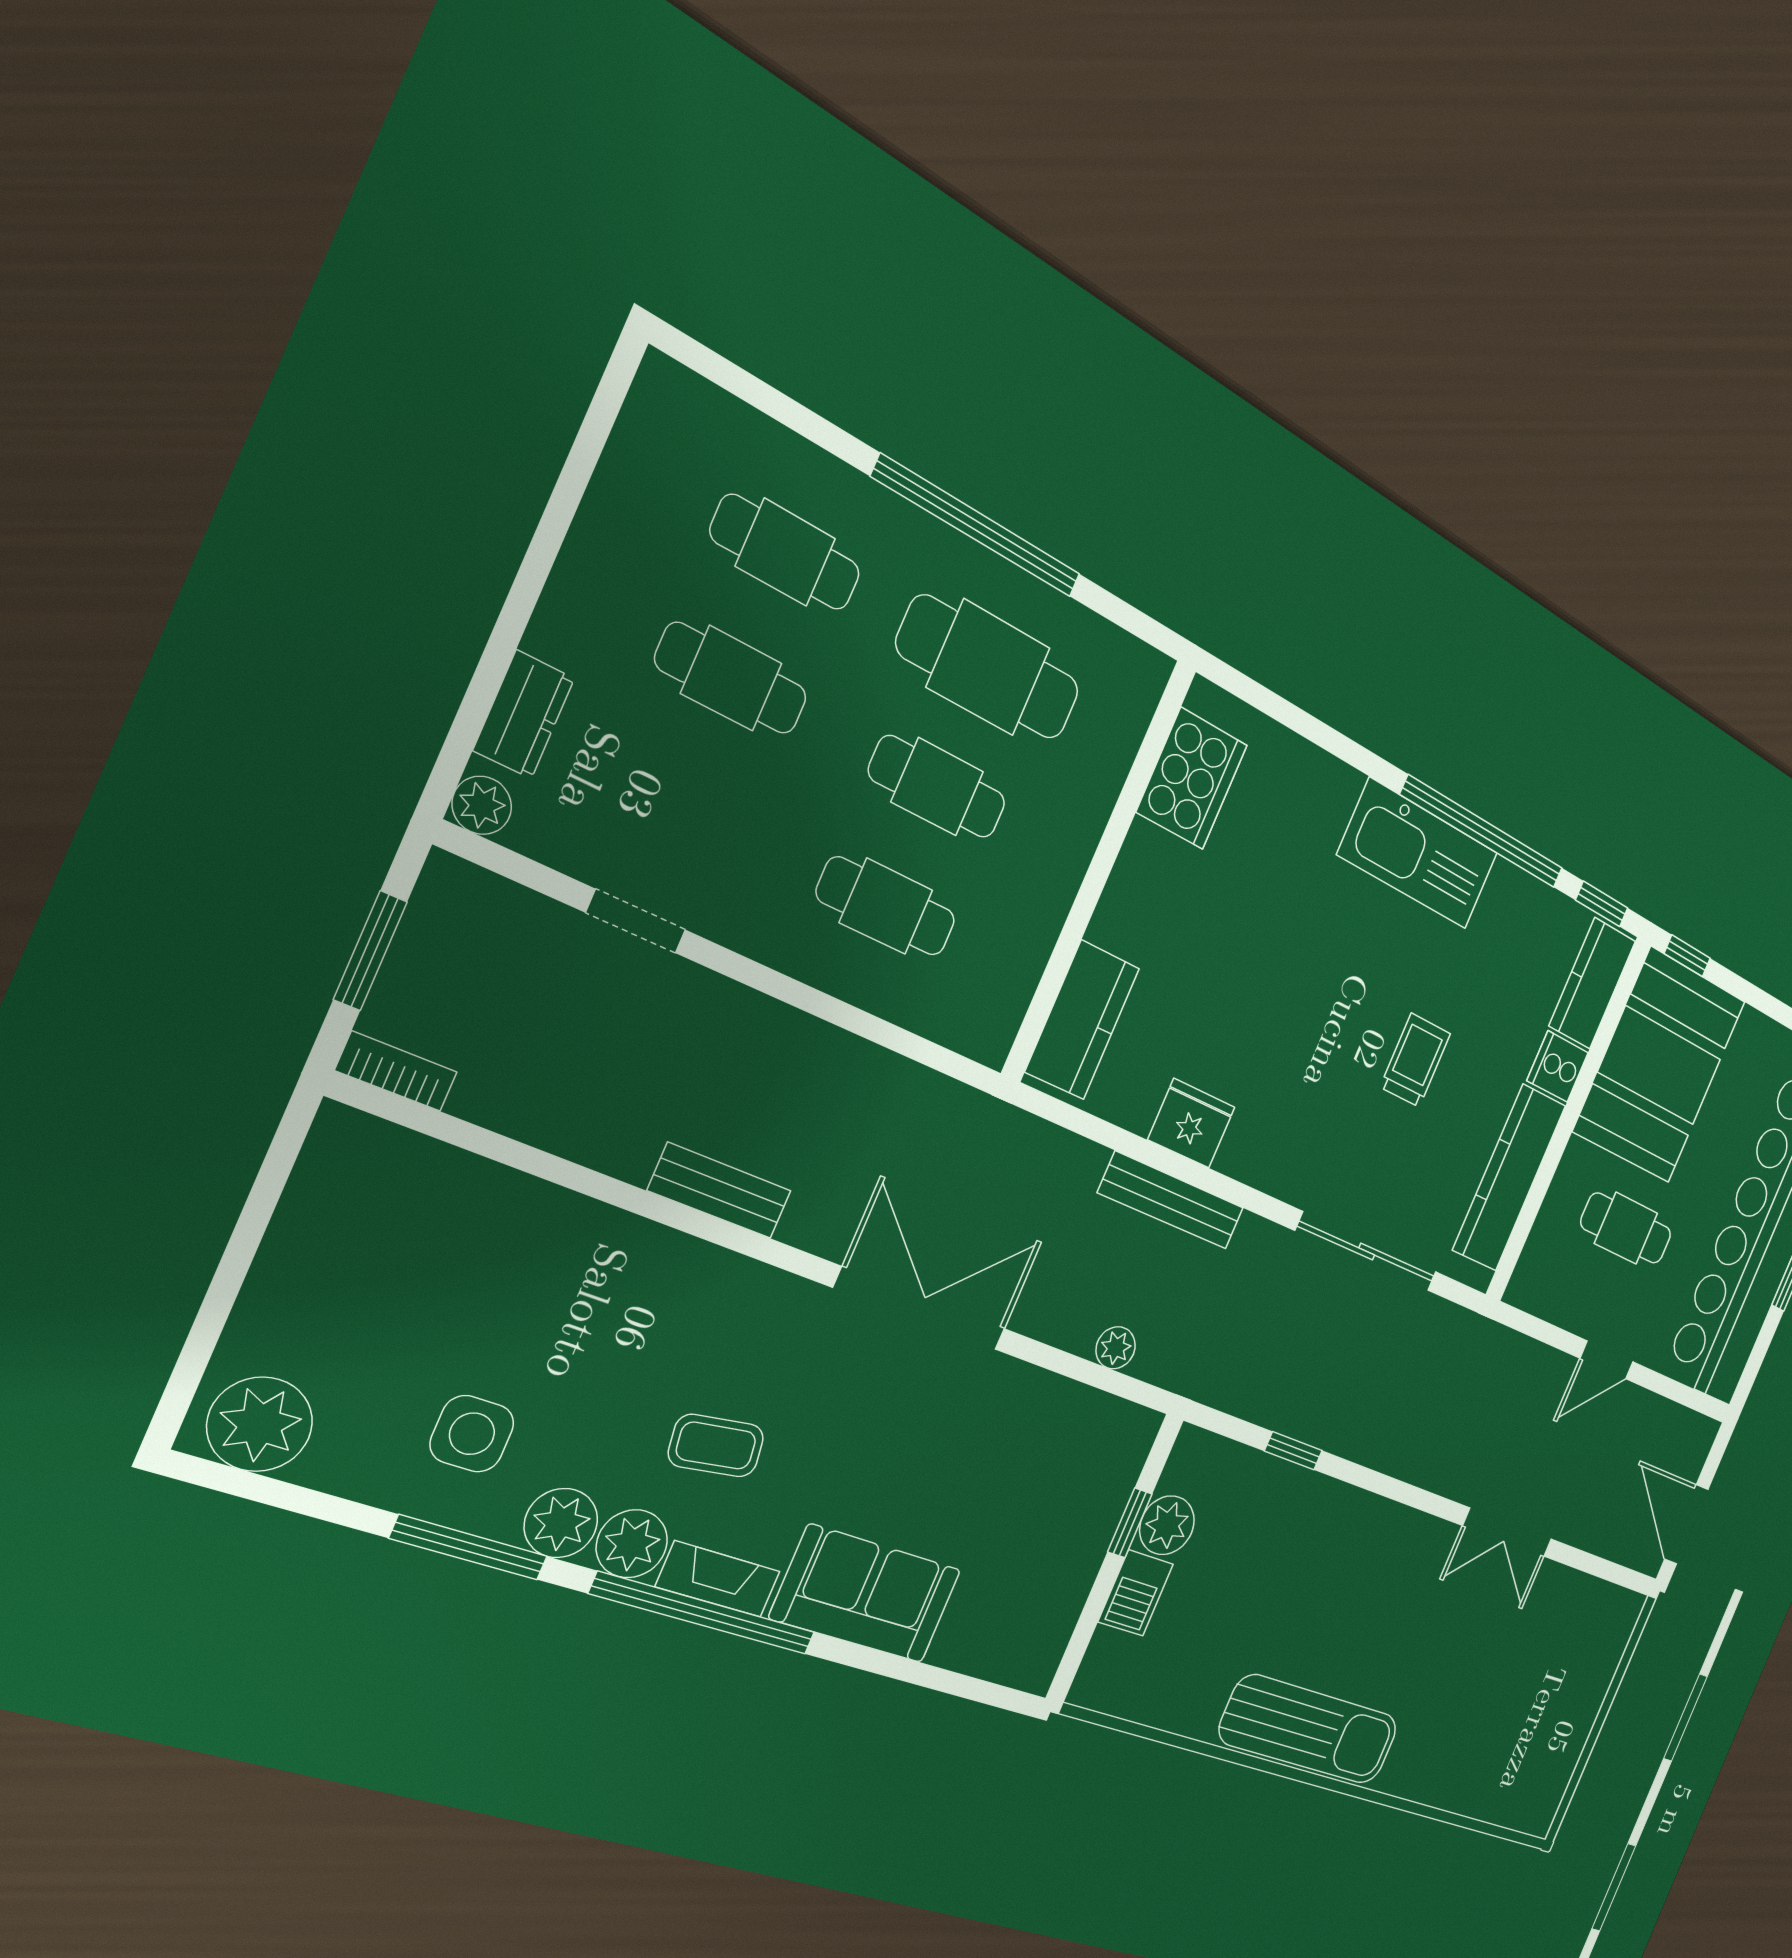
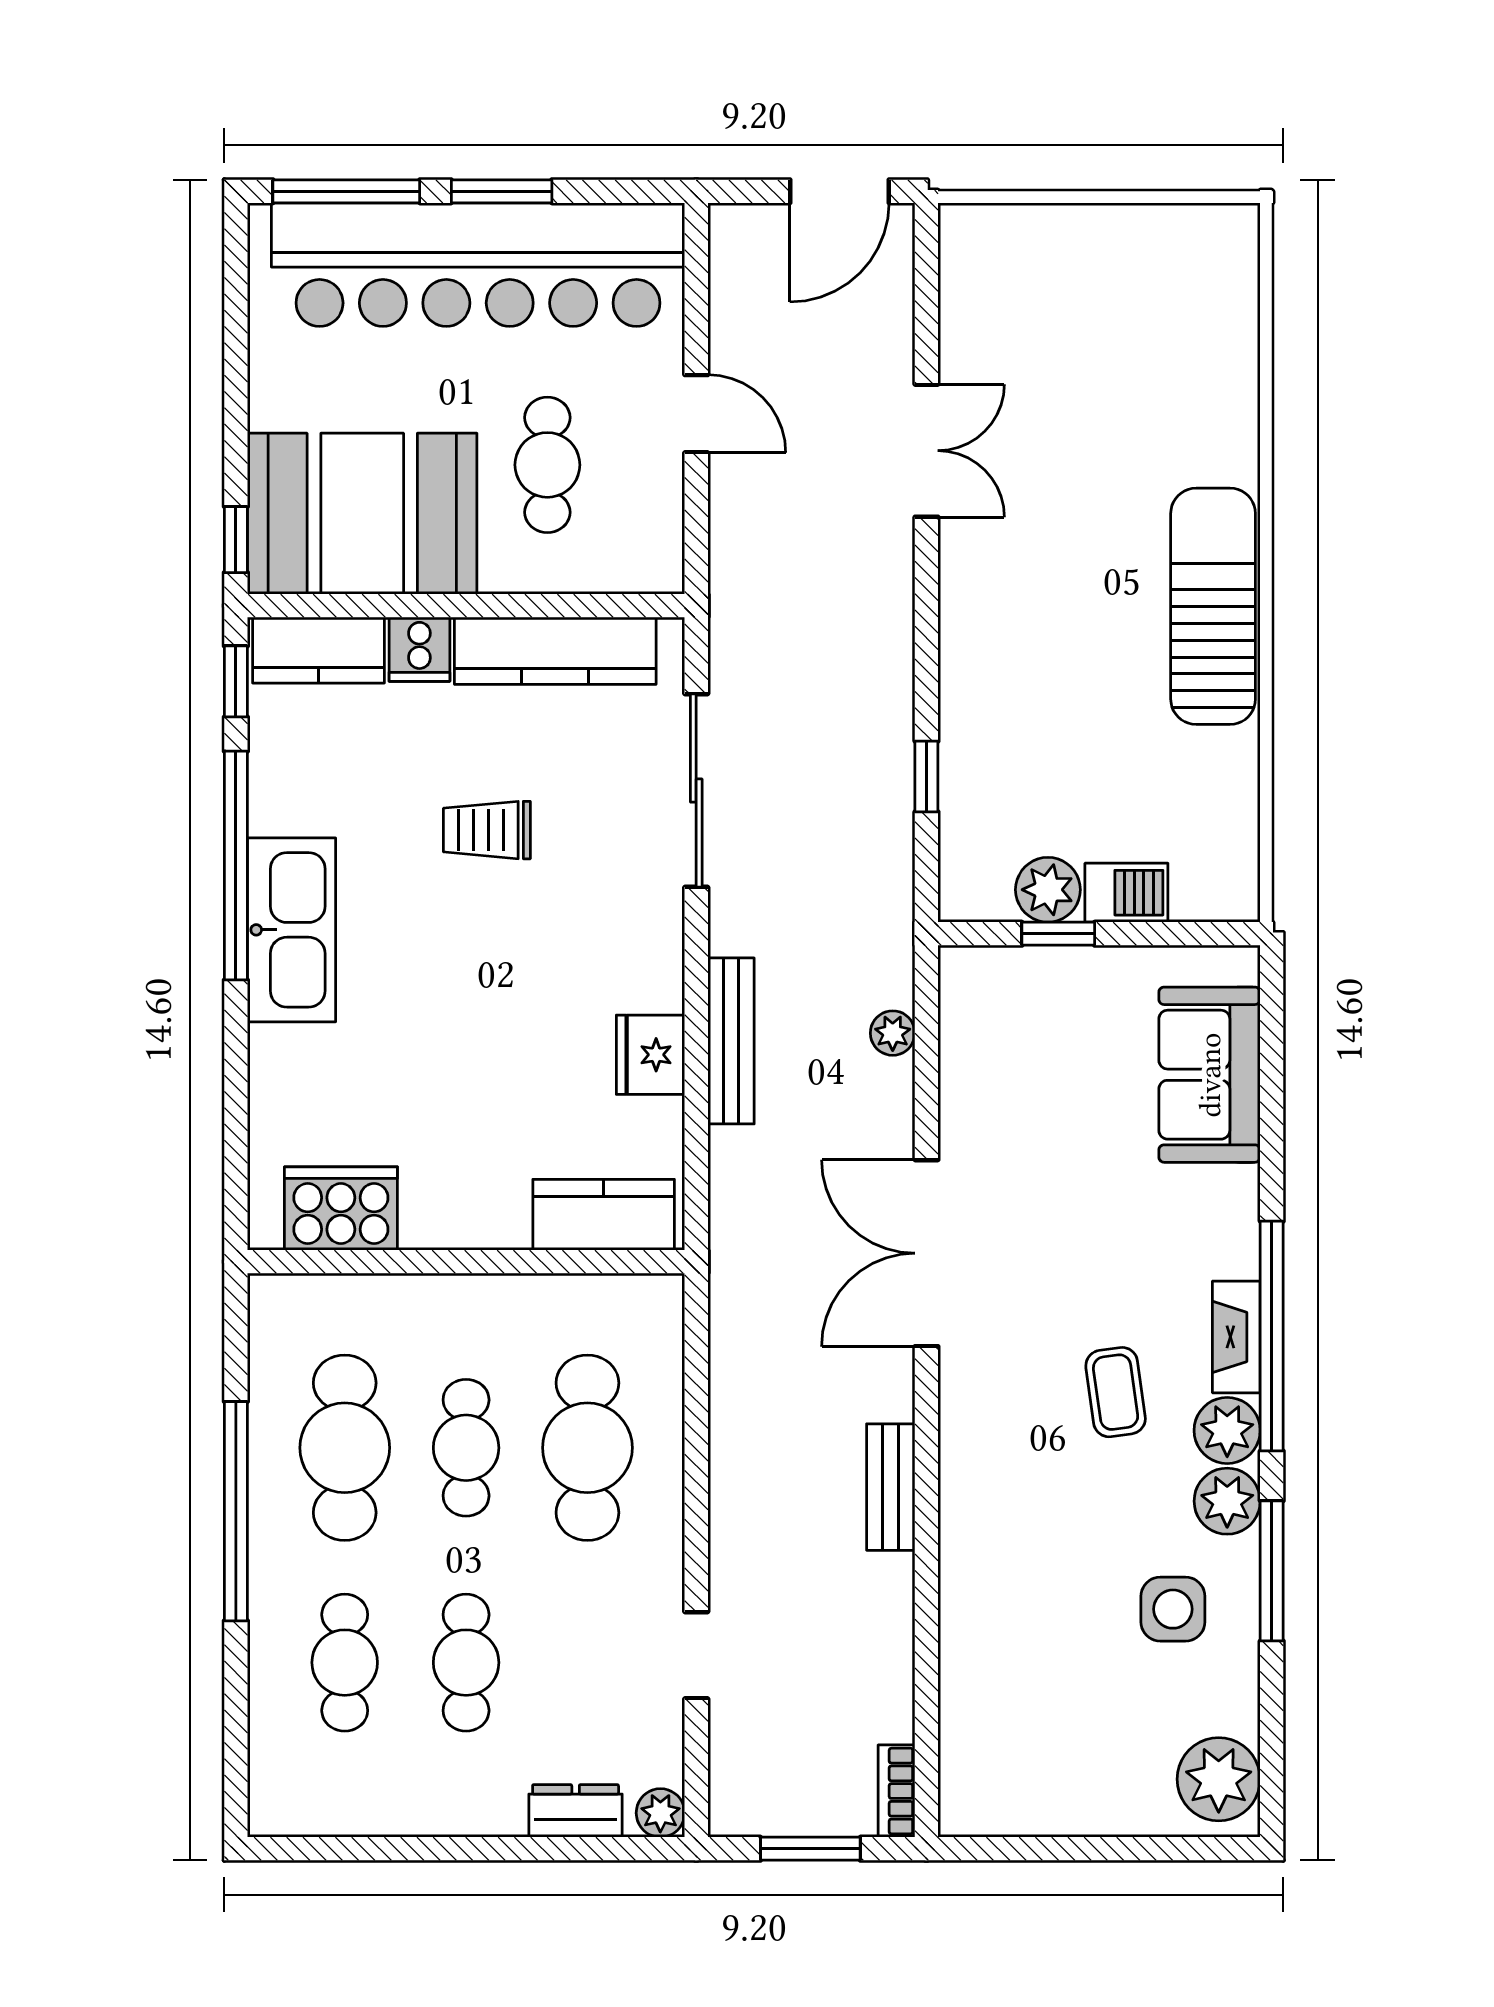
cafe table: (886, 906) -> (587, 1448), width x1.37, depth x1.35
sofa: (866, 1594) -> (1210, 1075), moved

